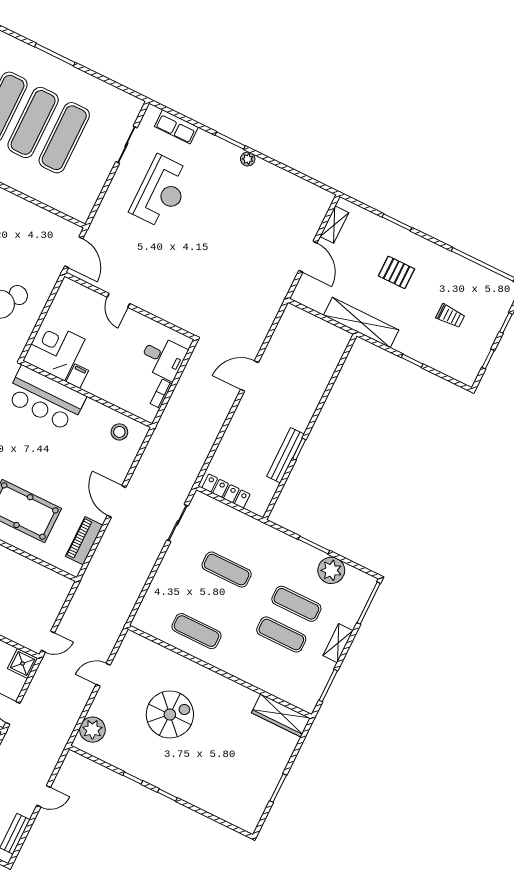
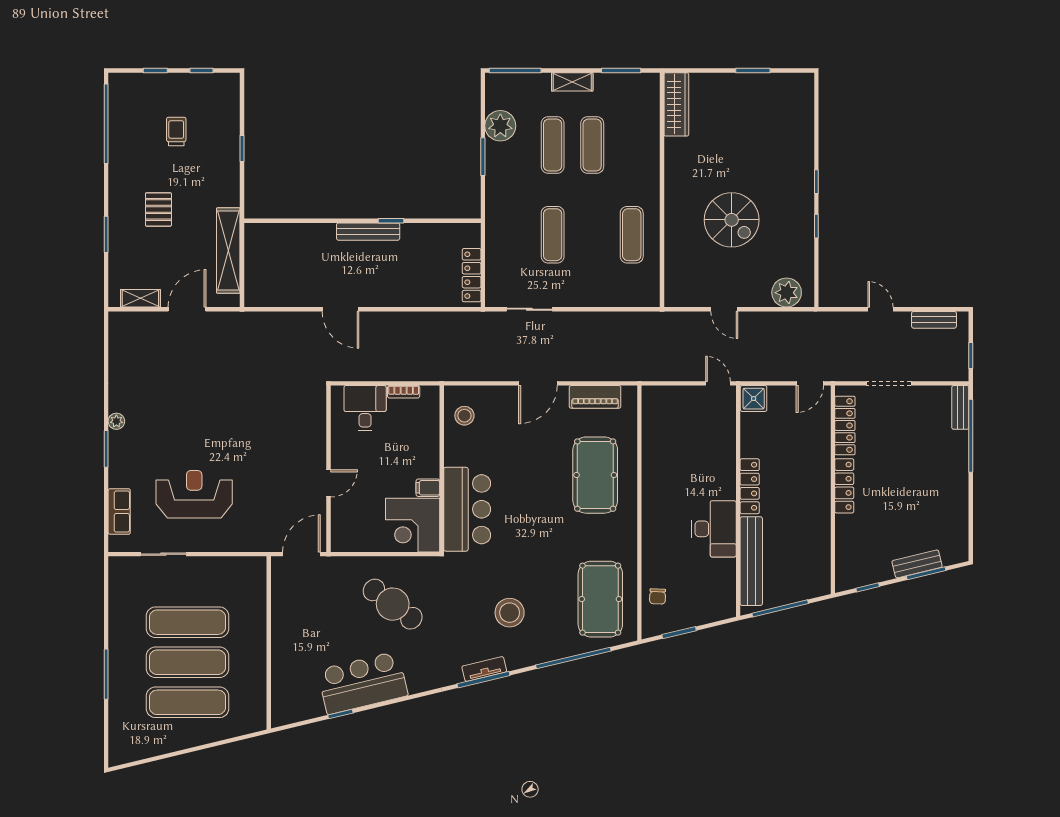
shelving: (361, 323) -> (228, 250), moved
bench: (286, 455) -> (368, 232), moved
spiral stairs: (170, 714) -> (732, 220), turned 180

